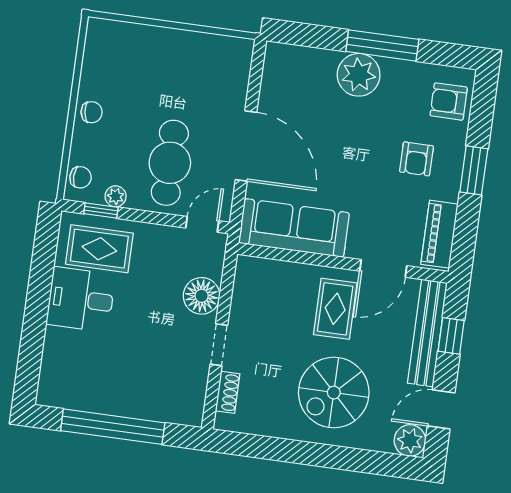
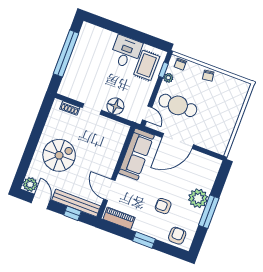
armchair: (416, 159) -> (163, 206), moved
rug: (335, 309) -> (96, 164), removed
spiral stairs: (334, 393) -> (59, 155), turned 90

